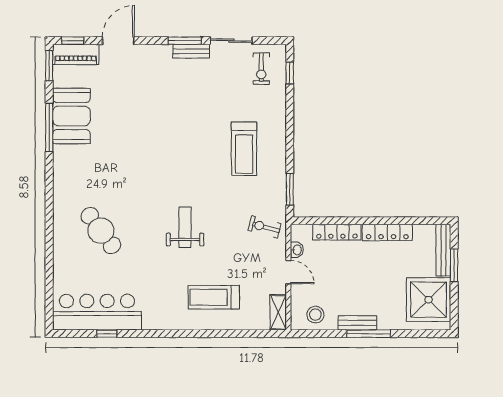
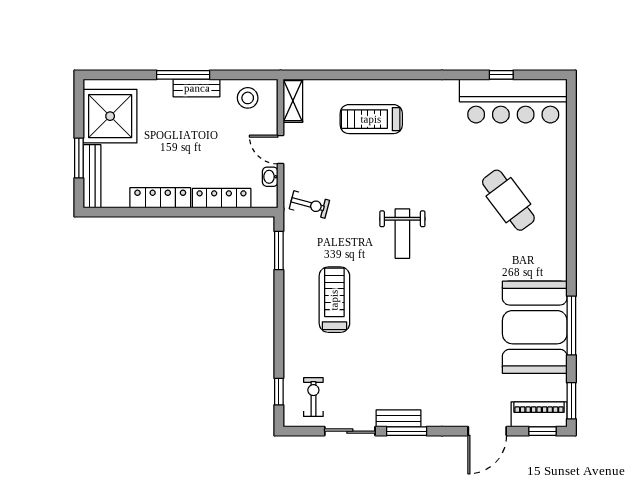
booth: (71, 116) -> (535, 327), width x1.36, depth x1.42
weight bench: (185, 227) -> (402, 234), moved
treadmill: (214, 297) -> (371, 119), turned 180

